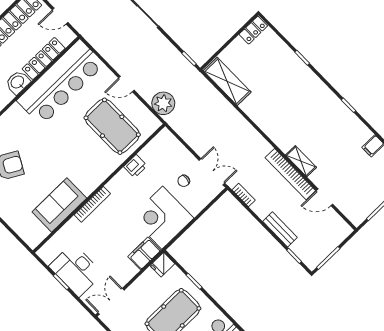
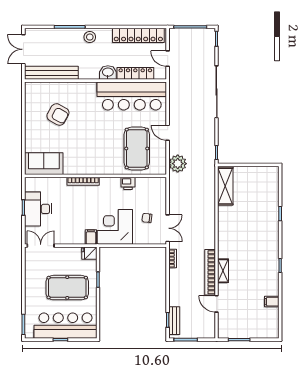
locker: (253, 30) -> (268, 172), removed
sofa: (59, 205) -> (44, 164), moved
bench: (280, 229) -> (174, 321), moved
filing cabinet: (144, 253) -> (91, 237), width x0.50

